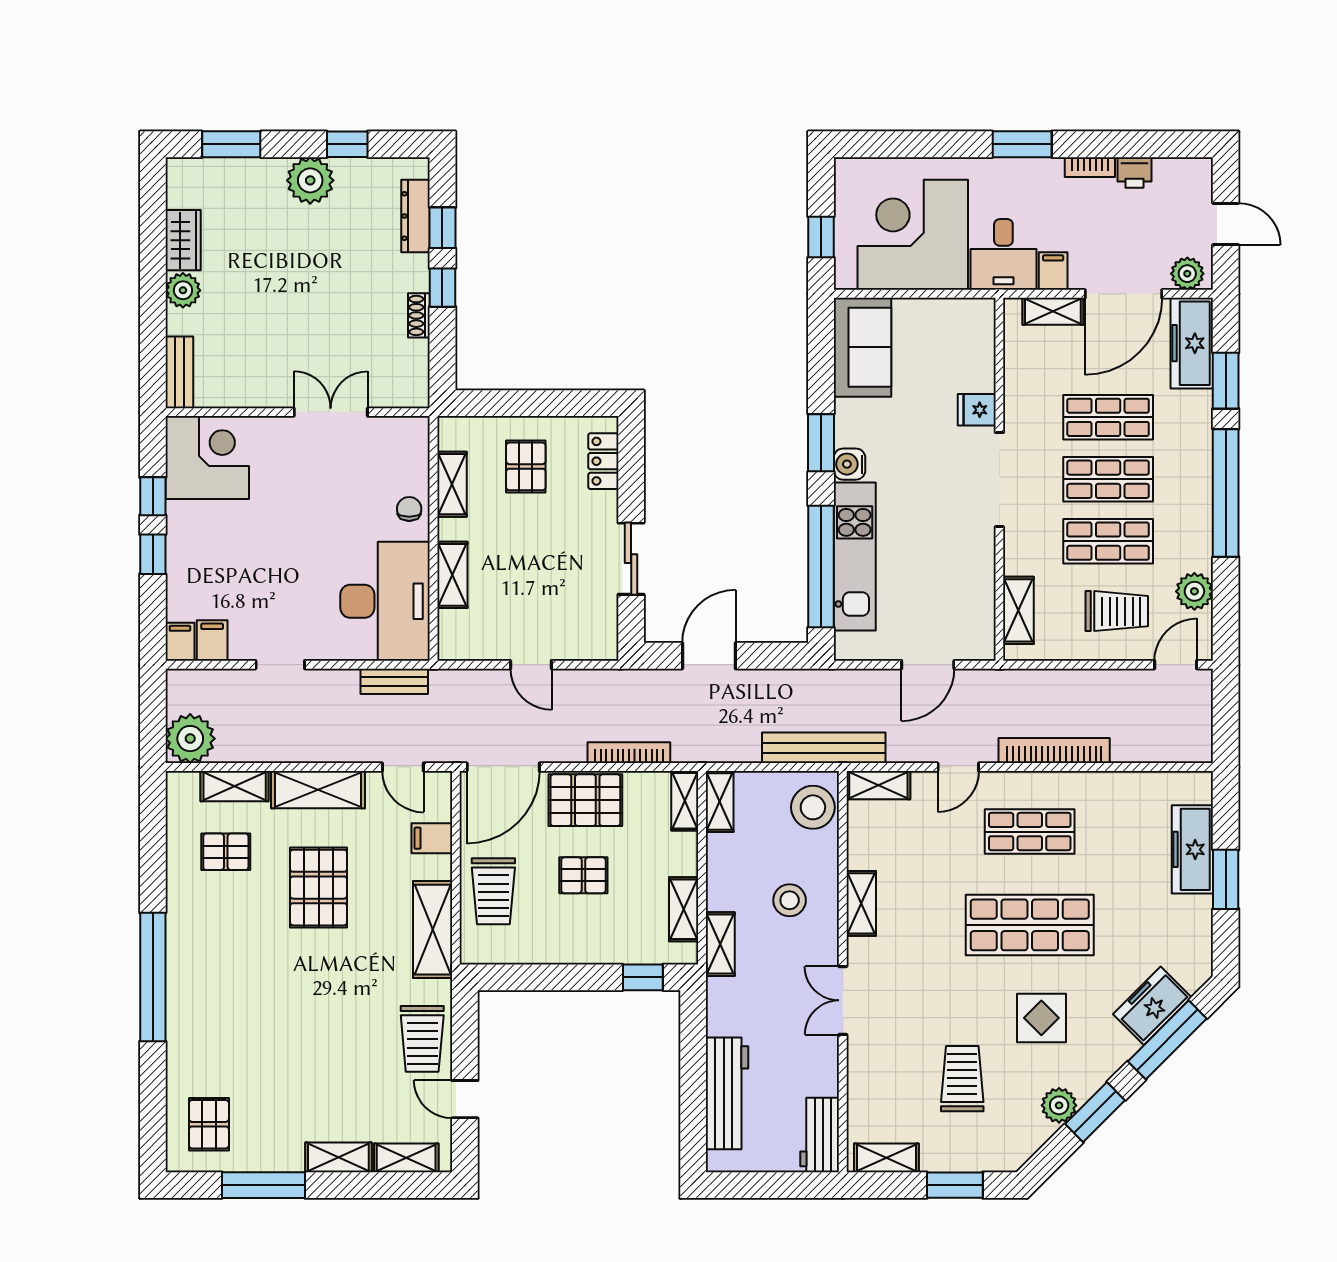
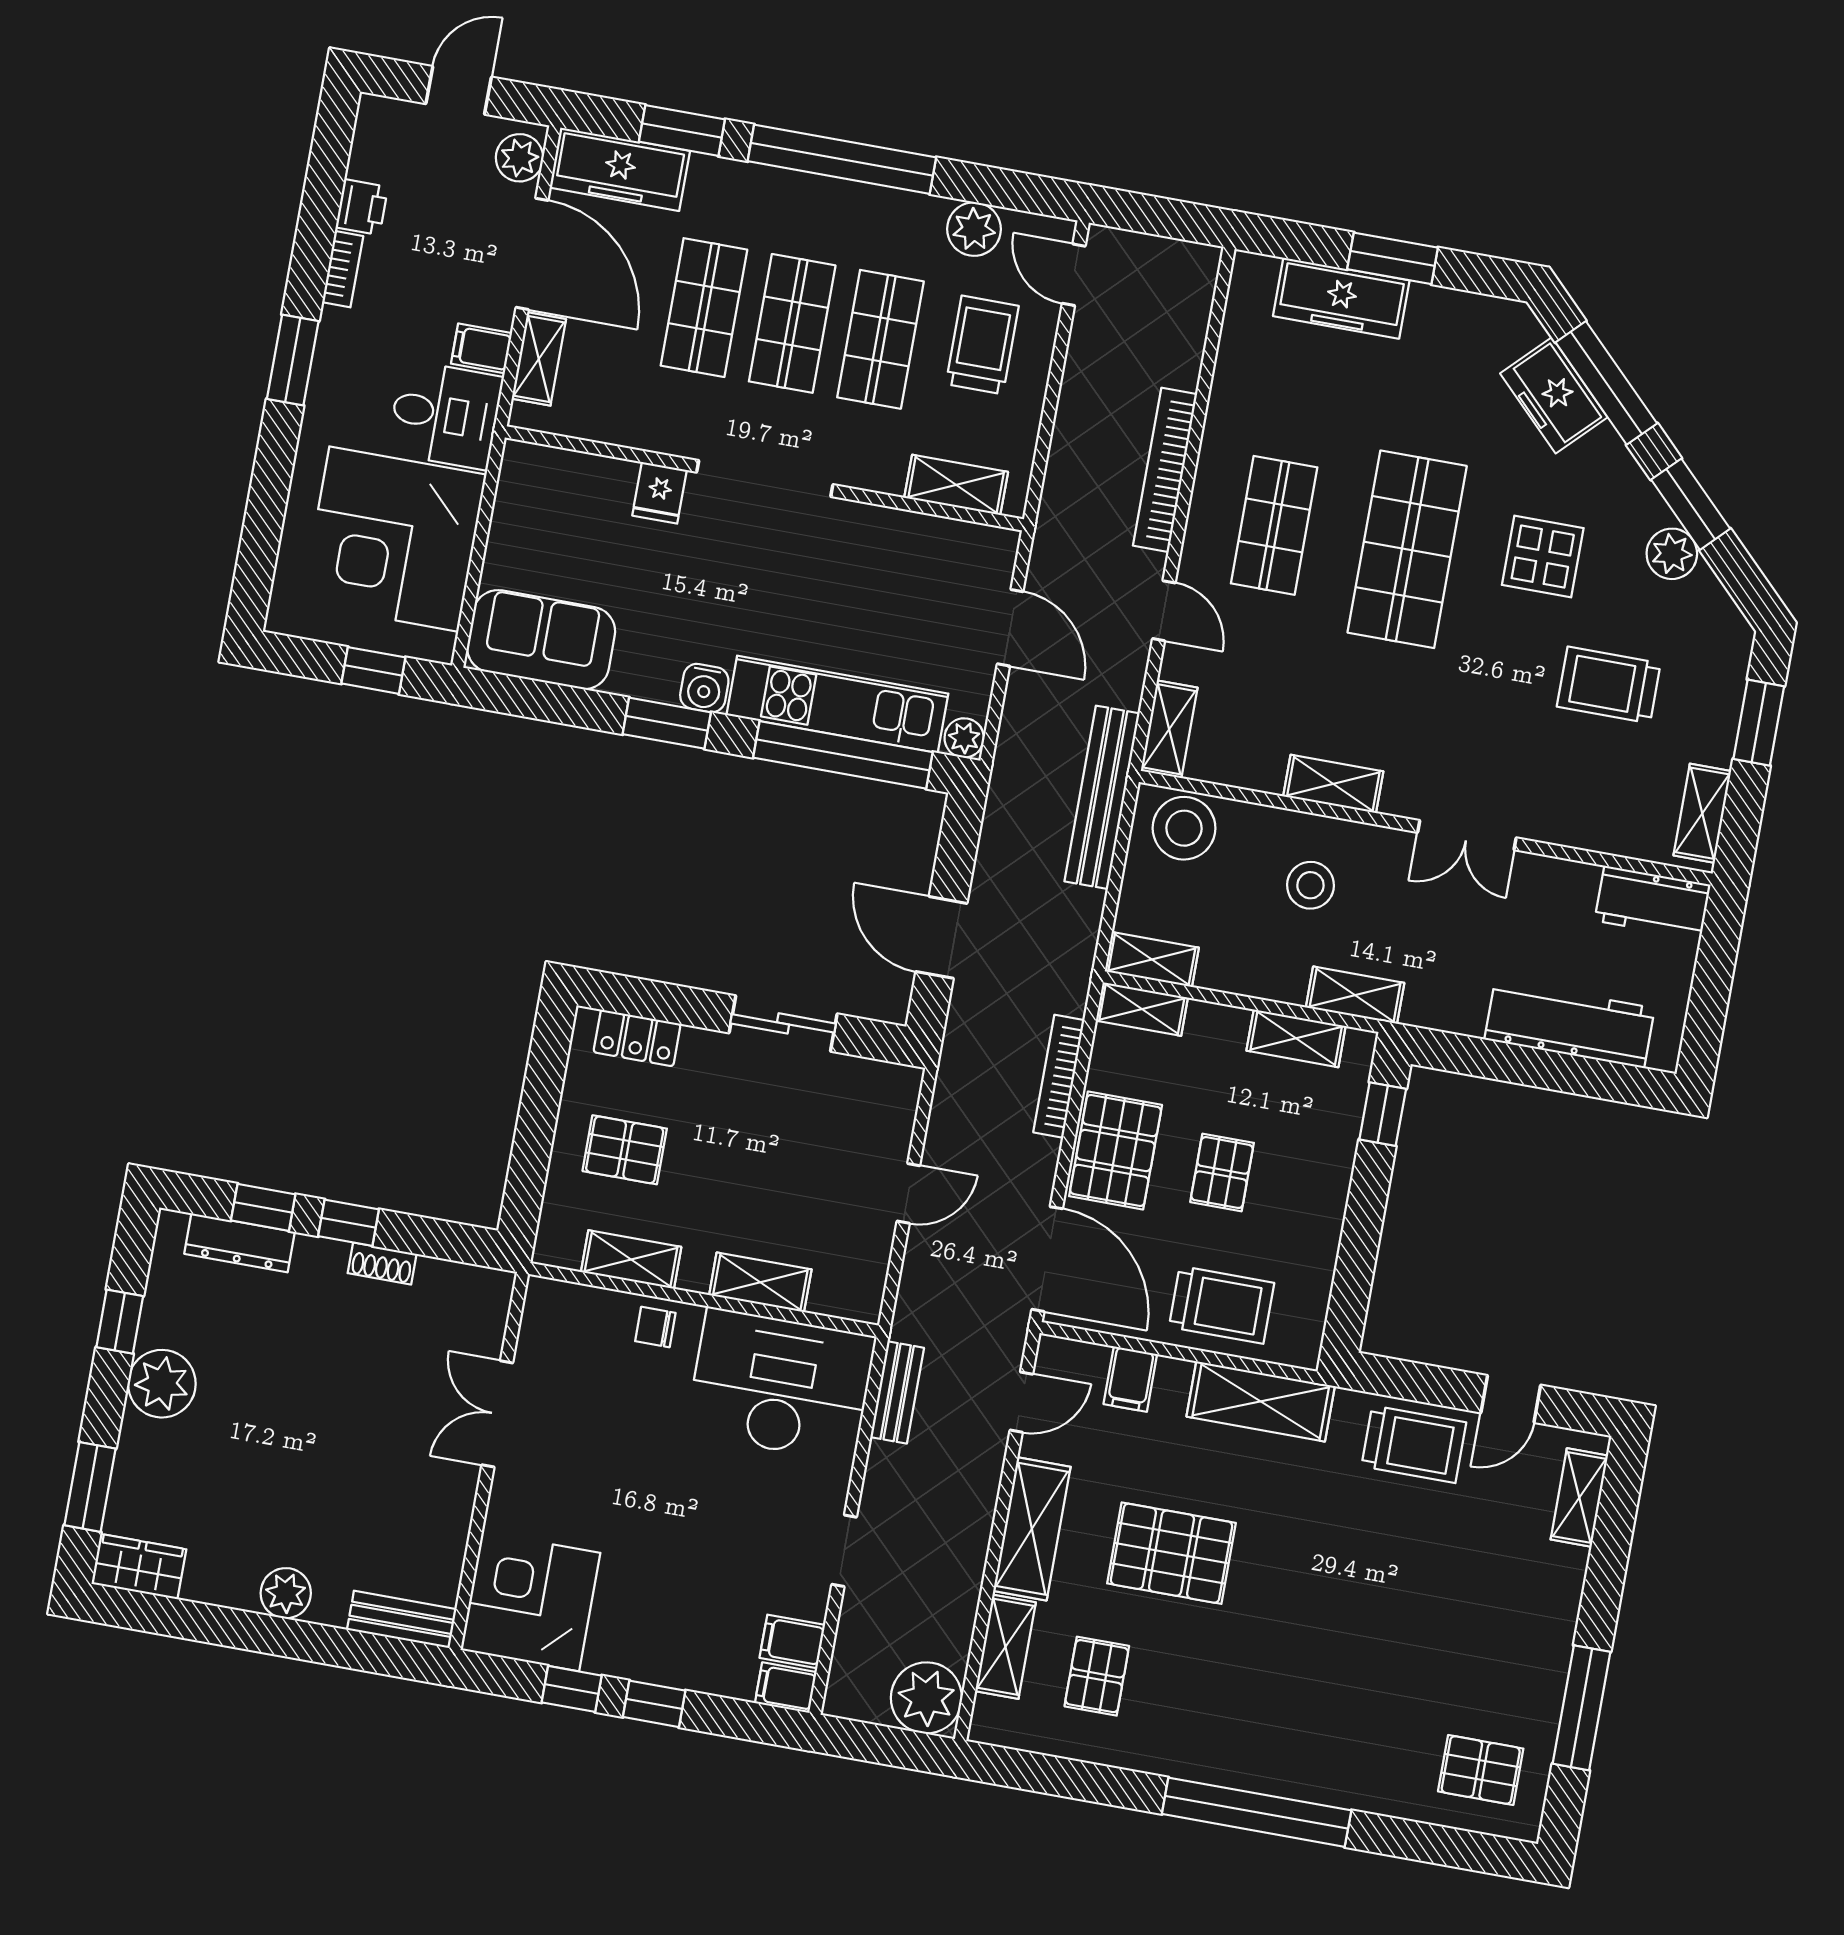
wardrobe: (183, 240) -> (139, 1567), moved
plant: (847, 647) -> (964, 738), added
shelving: (338, 1157) -> (1561, 1594), removed

